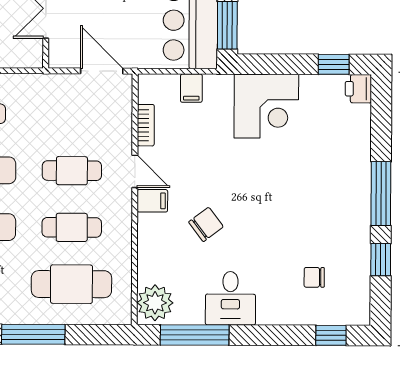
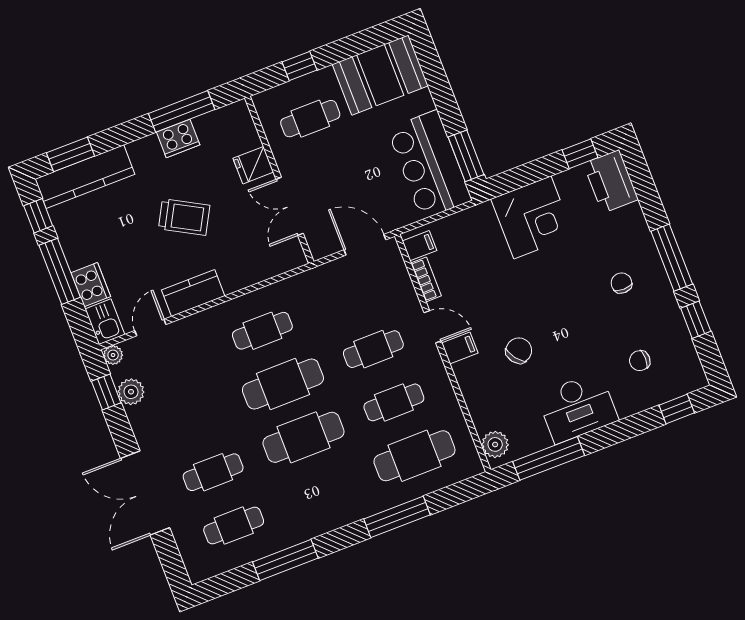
filing cabinet: (191, 88) -> (419, 246), moved, turned -90
printer: (358, 89) -> (611, 181), width x1.87, depth x1.48
chair: (325, 199) -> (621, 283), added
desk: (230, 298) -> (578, 408), width x1.37
plant: (155, 303) -> (495, 444), width x0.73, depth x0.73

